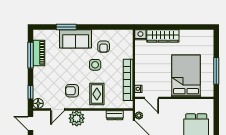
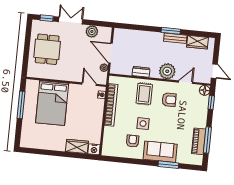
wardrobe: (163, 36) -> (77, 146), width x0.67
dresser: (115, 115) -> (141, 72), moved

